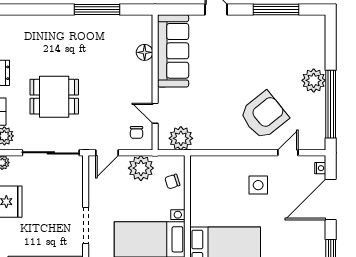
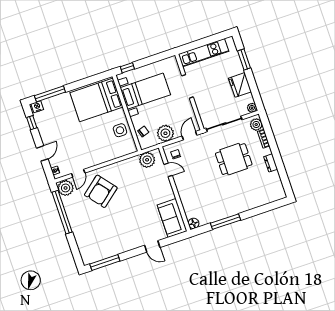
window: (276, 10) -> (105, 262), moved
sofa: (173, 51) -> (172, 218), width x0.73
floor lamp: (145, 52) -> (194, 223), moved
plant: (314, 80) -> (66, 188), moved
side table: (258, 185) -> (120, 130), moved
door: (331, 199) -> (42, 153), width x0.53

